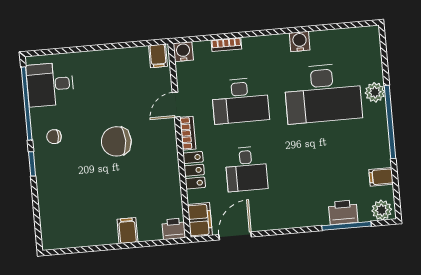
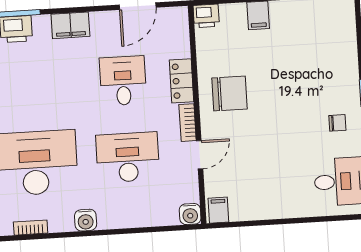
water cooler: (300, 41) -> (86, 220), moved
bookcase: (226, 44) -> (31, 228), moved
chair: (116, 141) -> (230, 93), moved
filing cabinet: (200, 220) -> (70, 25), moved, turned -90

